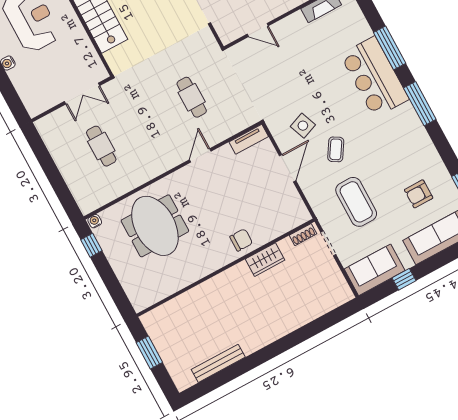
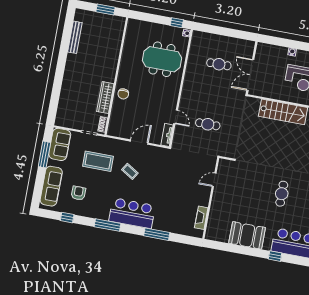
bar counter: (375, 77) -> (132, 213), moved
double door: (82, 94) -> (250, 75), width x1.37
window: (420, 104) -> (108, 225), moved
side table: (303, 126) -> (153, 165), removed
door: (200, 155) -> (176, 117), moved
door: (288, 168) -> (139, 142), swing flipped
wardrobe: (265, 260) -> (105, 98), width x1.50
window: (404, 279) -> (44, 155), width x2.17

